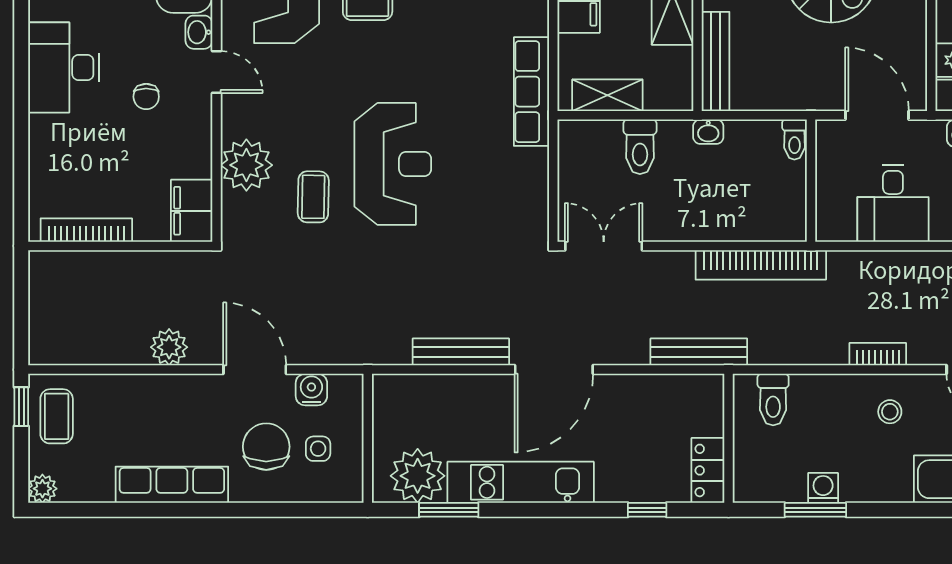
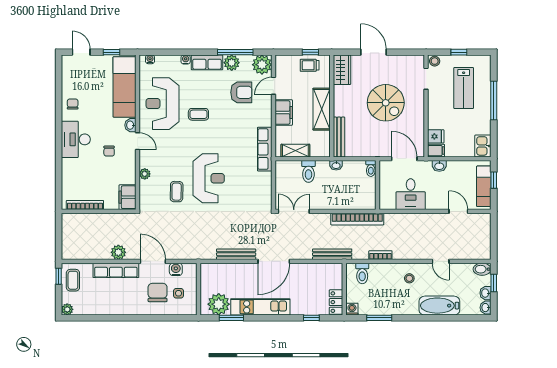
plant: (246, 165) -> (145, 174), width x0.53, depth x0.53
bookcase: (878, 354) -> (380, 255), moved
row of seats: (172, 485) -> (116, 270), moved, turned 180
washing machine: (823, 488) -> (352, 309), moved

